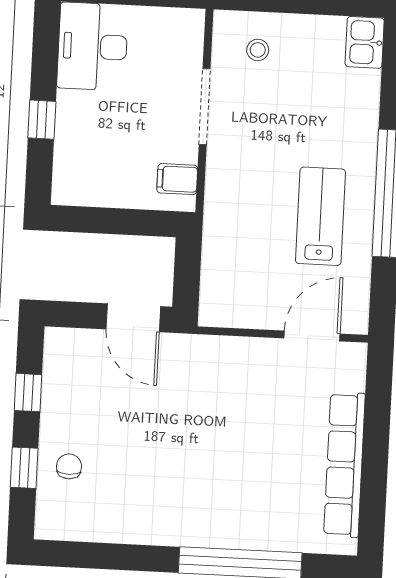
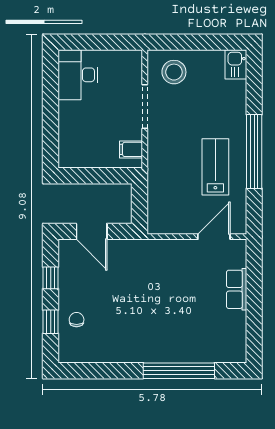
stool: (258, 50) -> (174, 72), width x1.89, depth x1.89
window: (42, 120) -> (51, 119), removed
door: (133, 318) -> (92, 231), moved
row of seats: (344, 465) -> (237, 289), width x0.50

